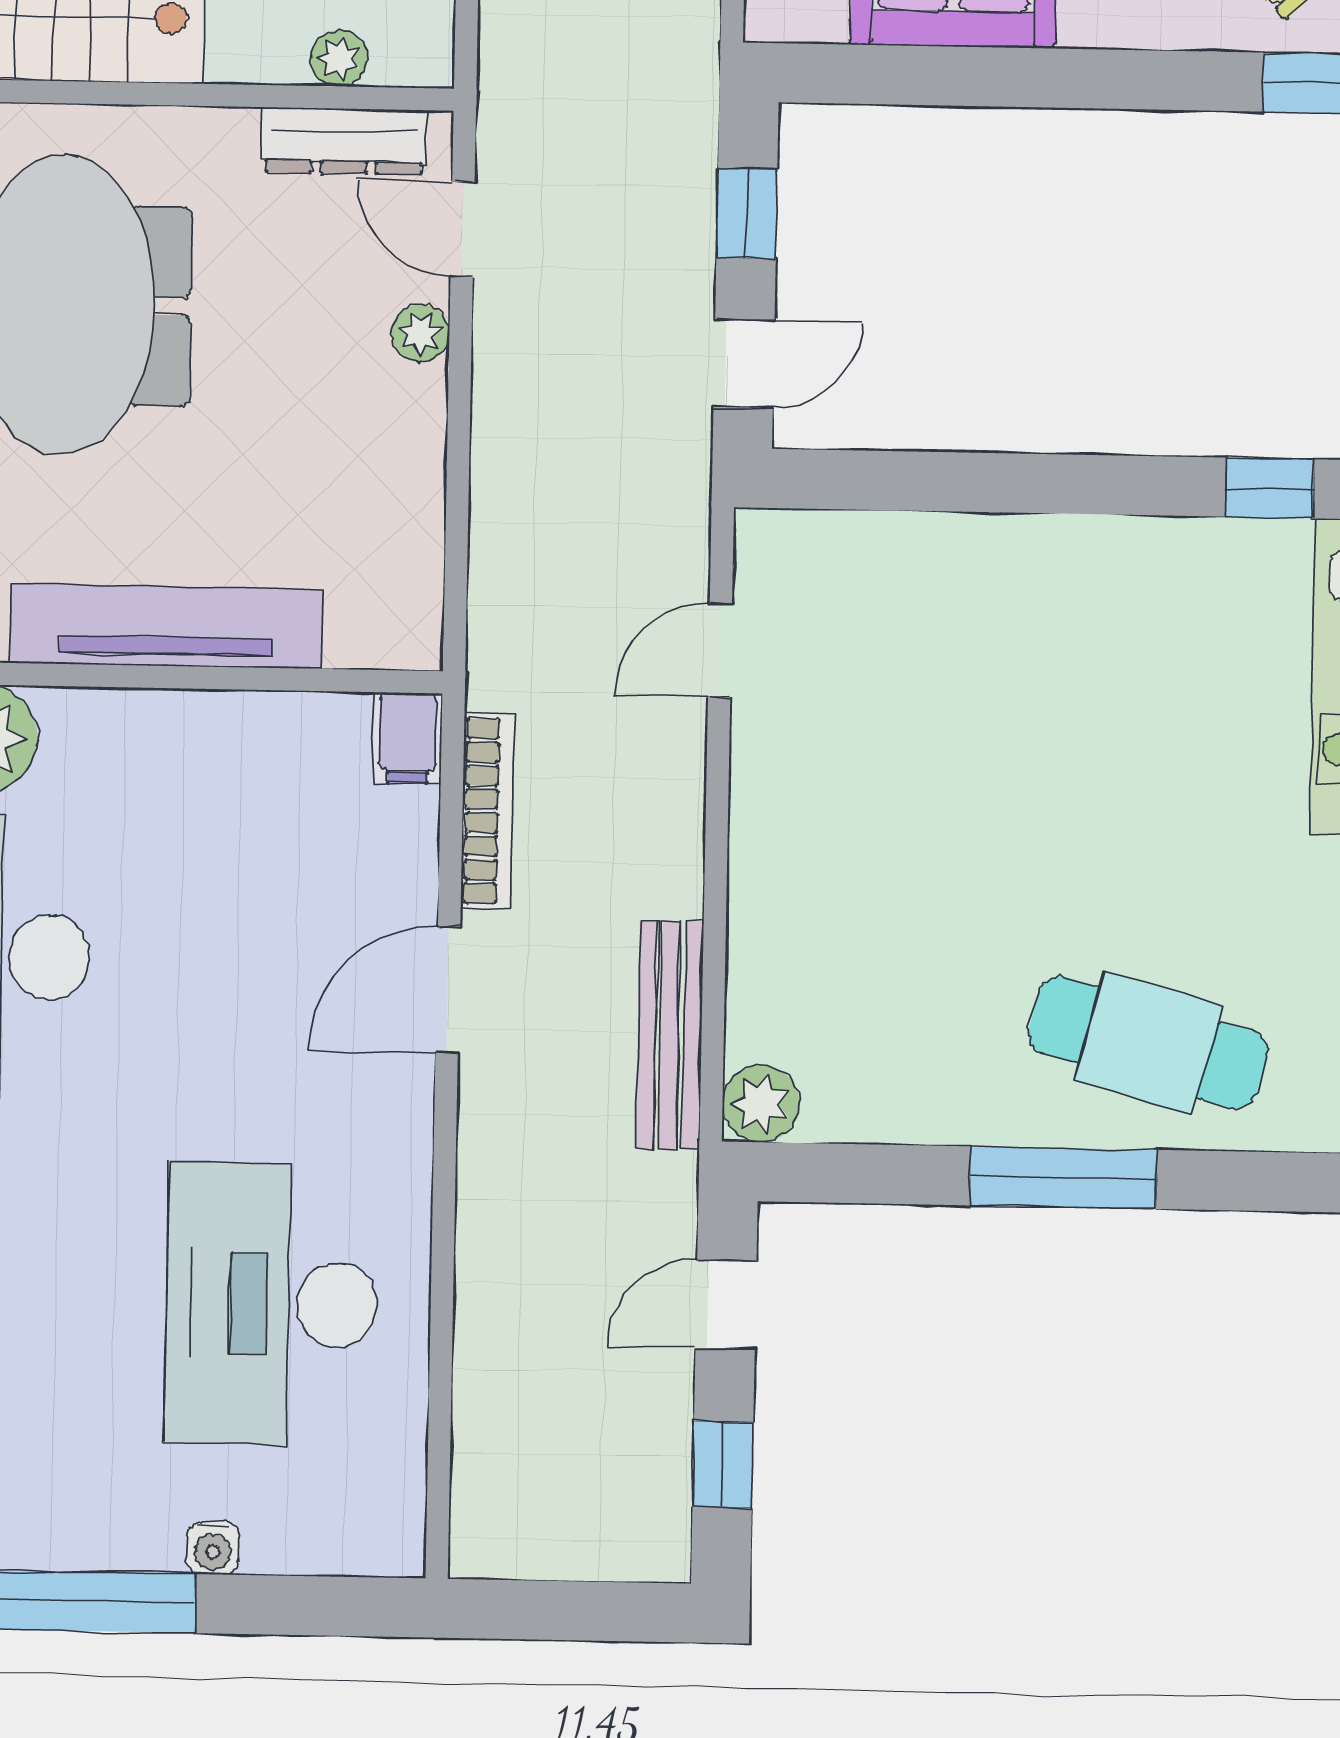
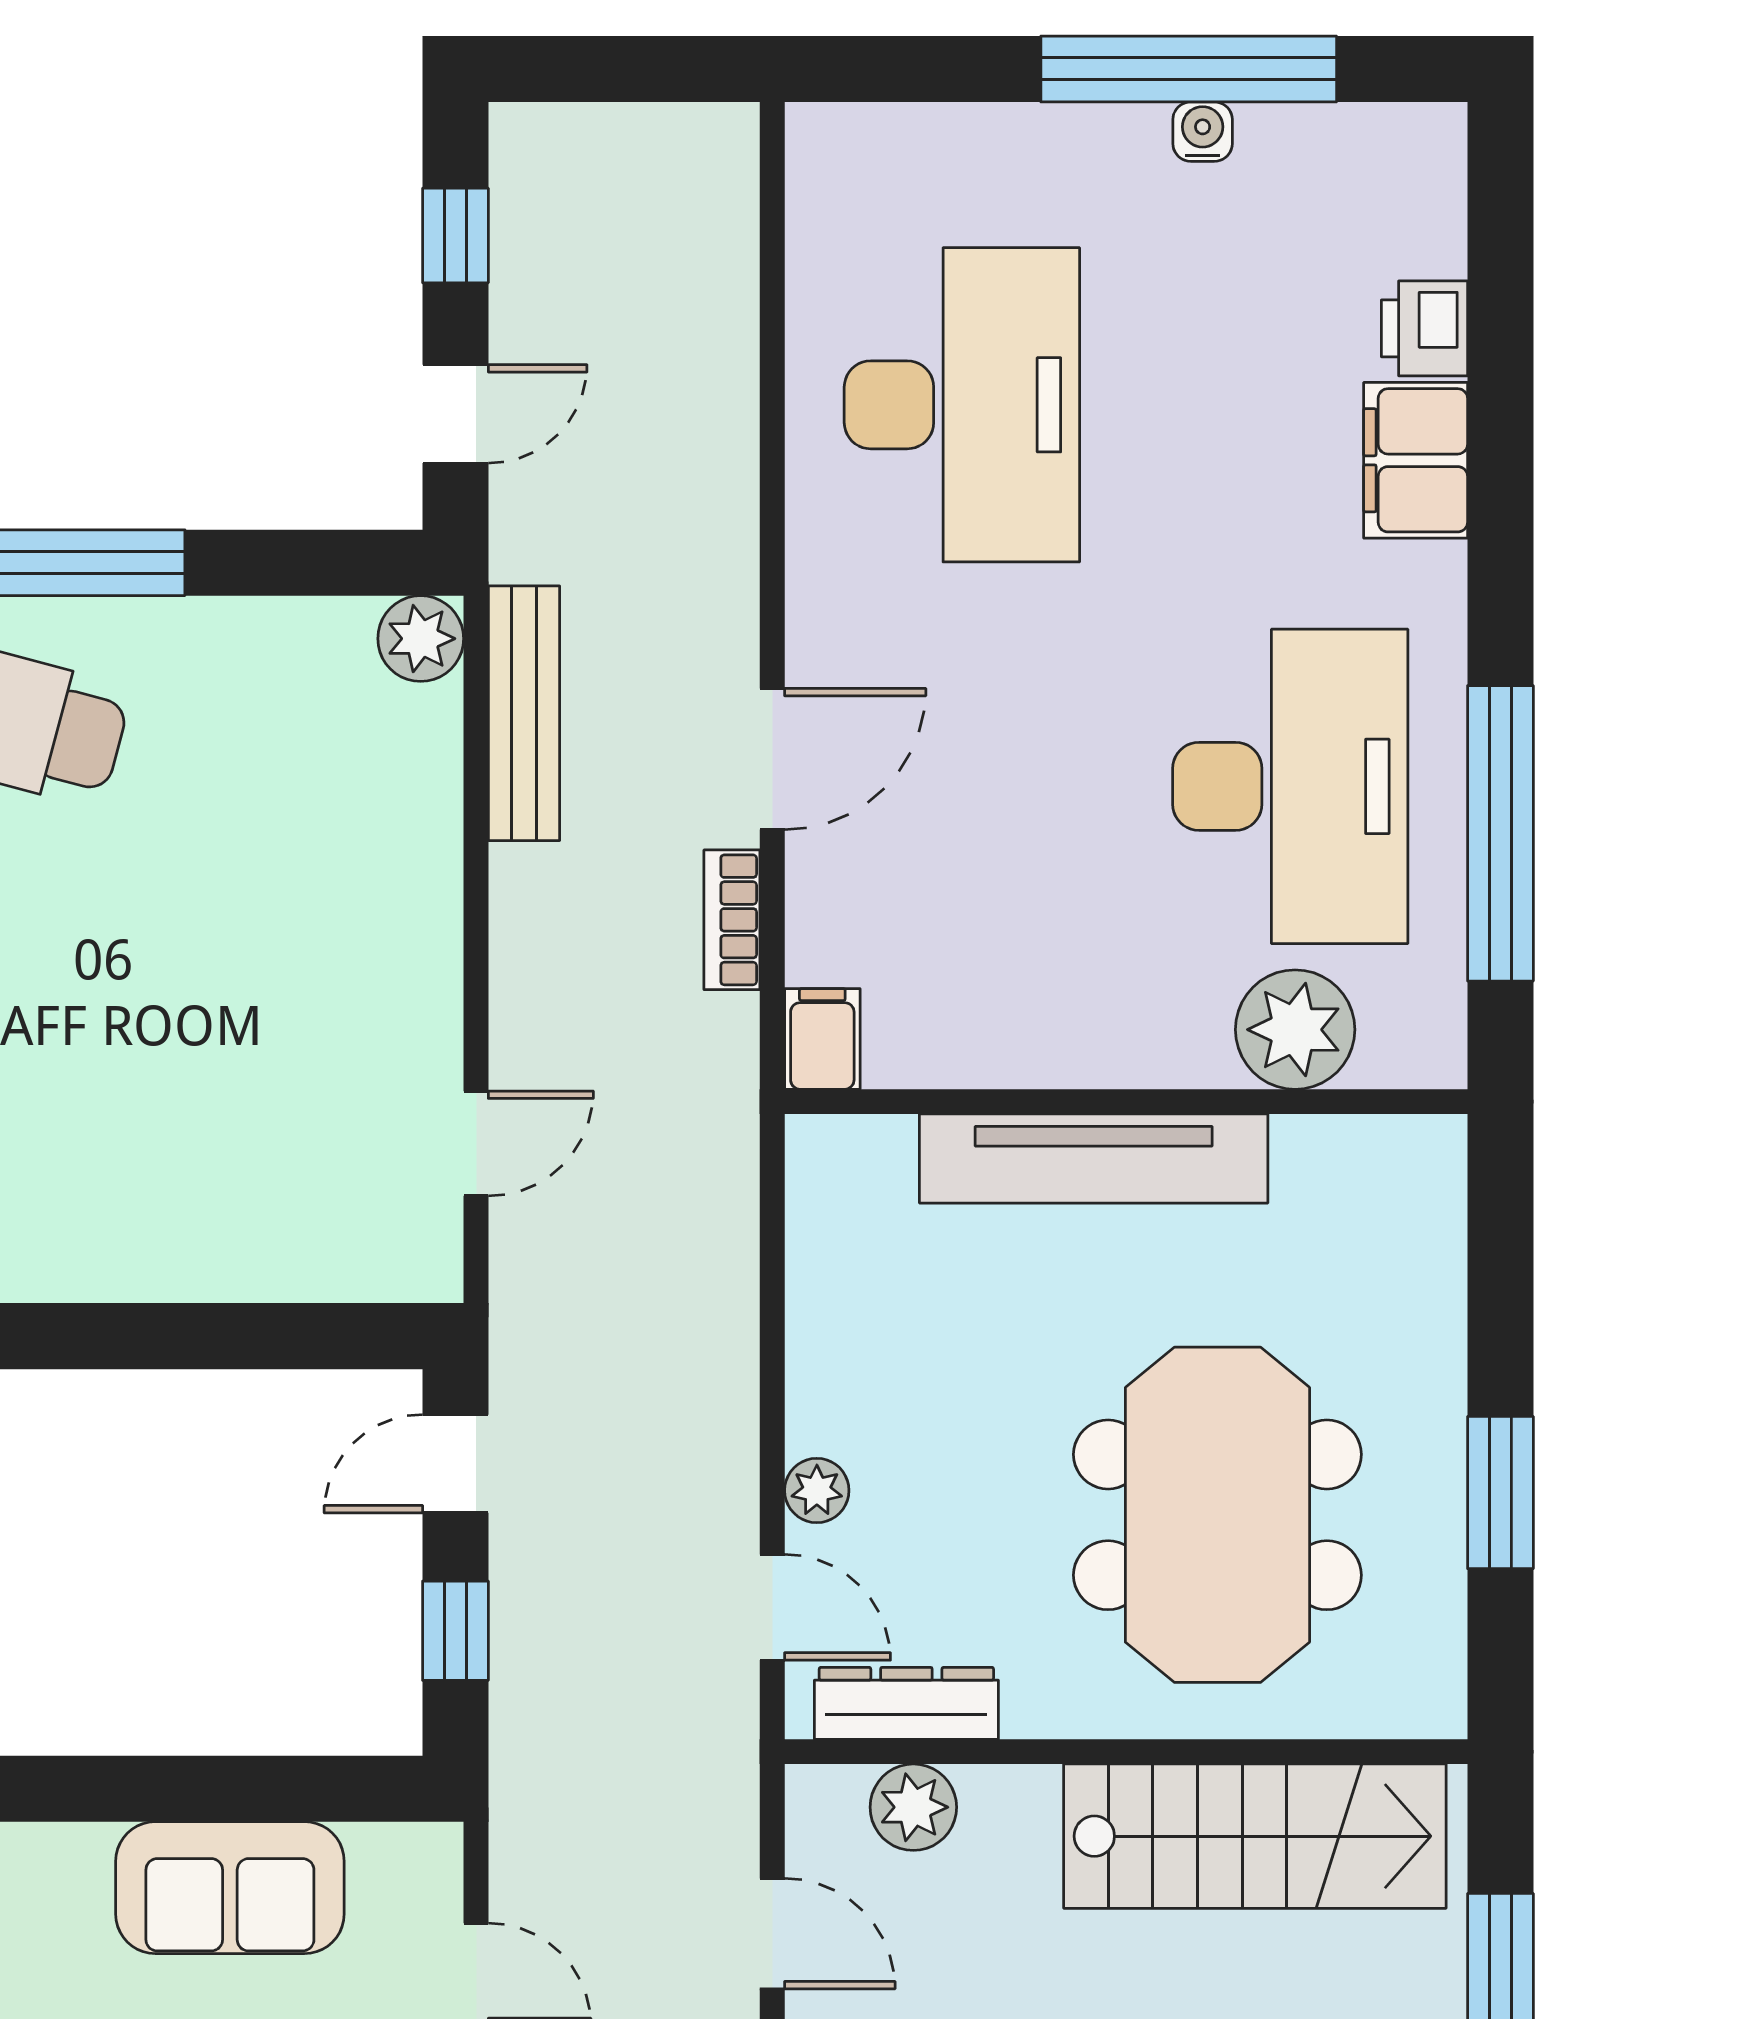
plant: (339, 58) -> (913, 1807), width x1.38, depth x1.38
bookcase: (487, 811) -> (732, 920), width x0.64
water cooler: (213, 1548) -> (1203, 132), moved

